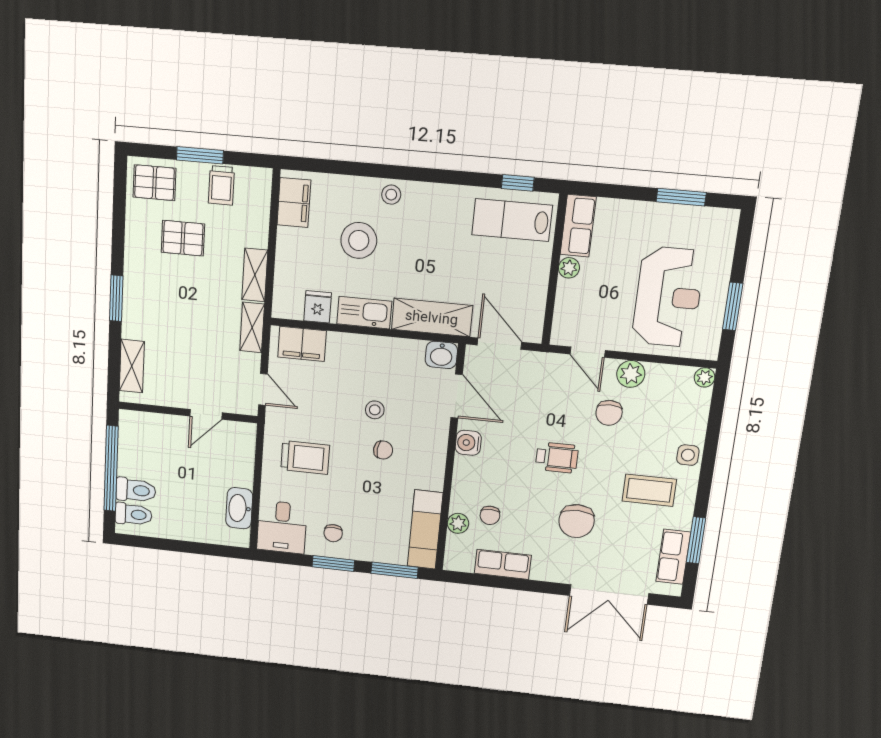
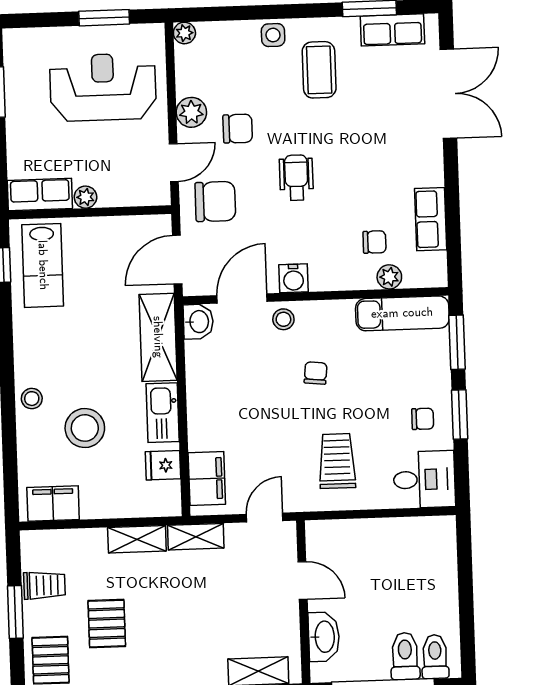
stool: (375, 410) -> (283, 319), moved
washbasin: (239, 508) -> (324, 637), moved, turned -90
chair: (577, 521) -> (215, 202), moved

